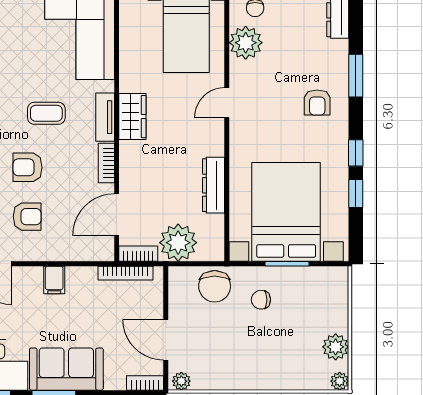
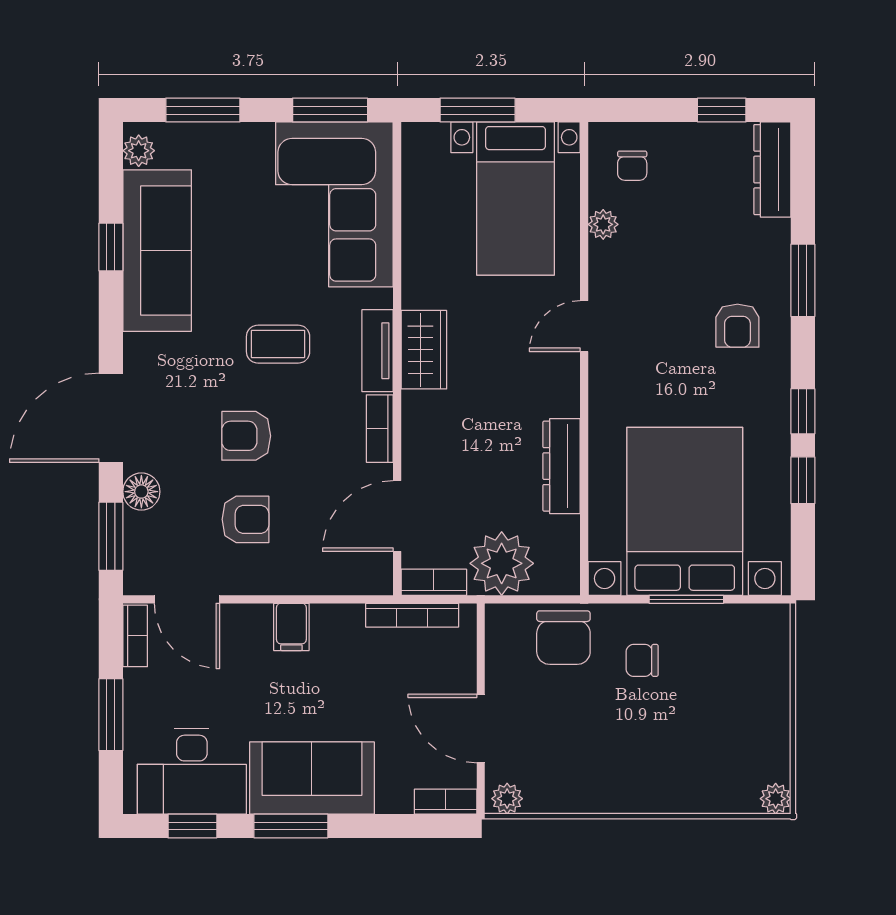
plant: (246, 43) -> (603, 224), width x0.53, depth x0.53
plant: (336, 347) -> (769, 740), removed

